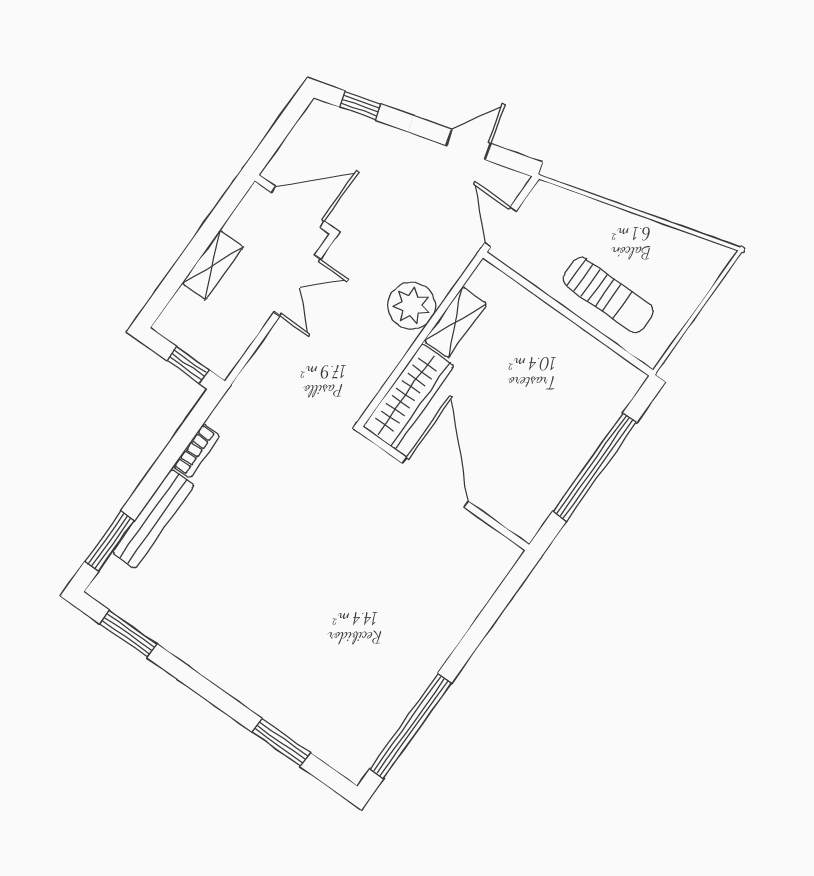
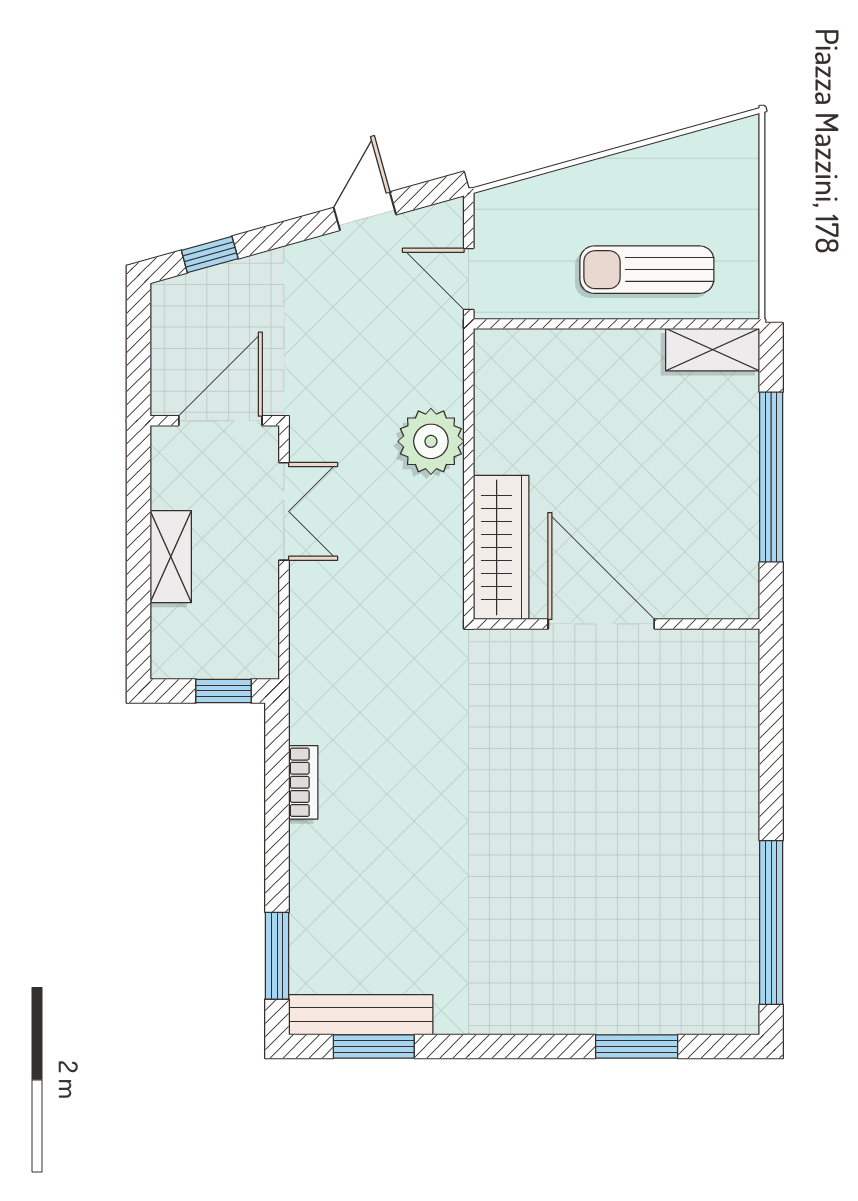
sun lounger: (608, 295) -> (647, 270), turned 180
shelving: (455, 322) -> (713, 350), moved, turned 90
bench: (153, 519) -> (361, 1015), moved, turned 90

